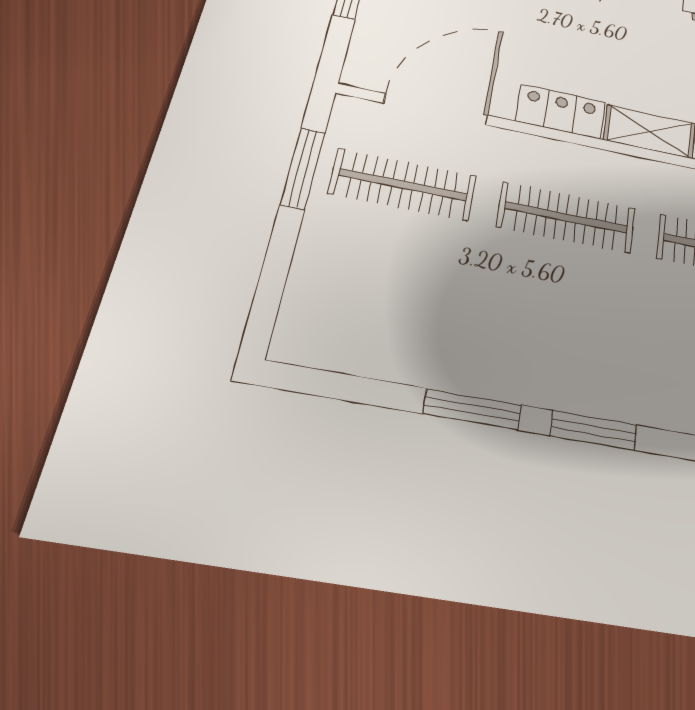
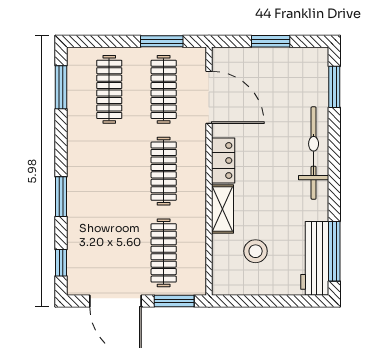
clothes rail: (380, 288) -> (109, 89), added
window: (472, 409) -> (61, 87), moved

